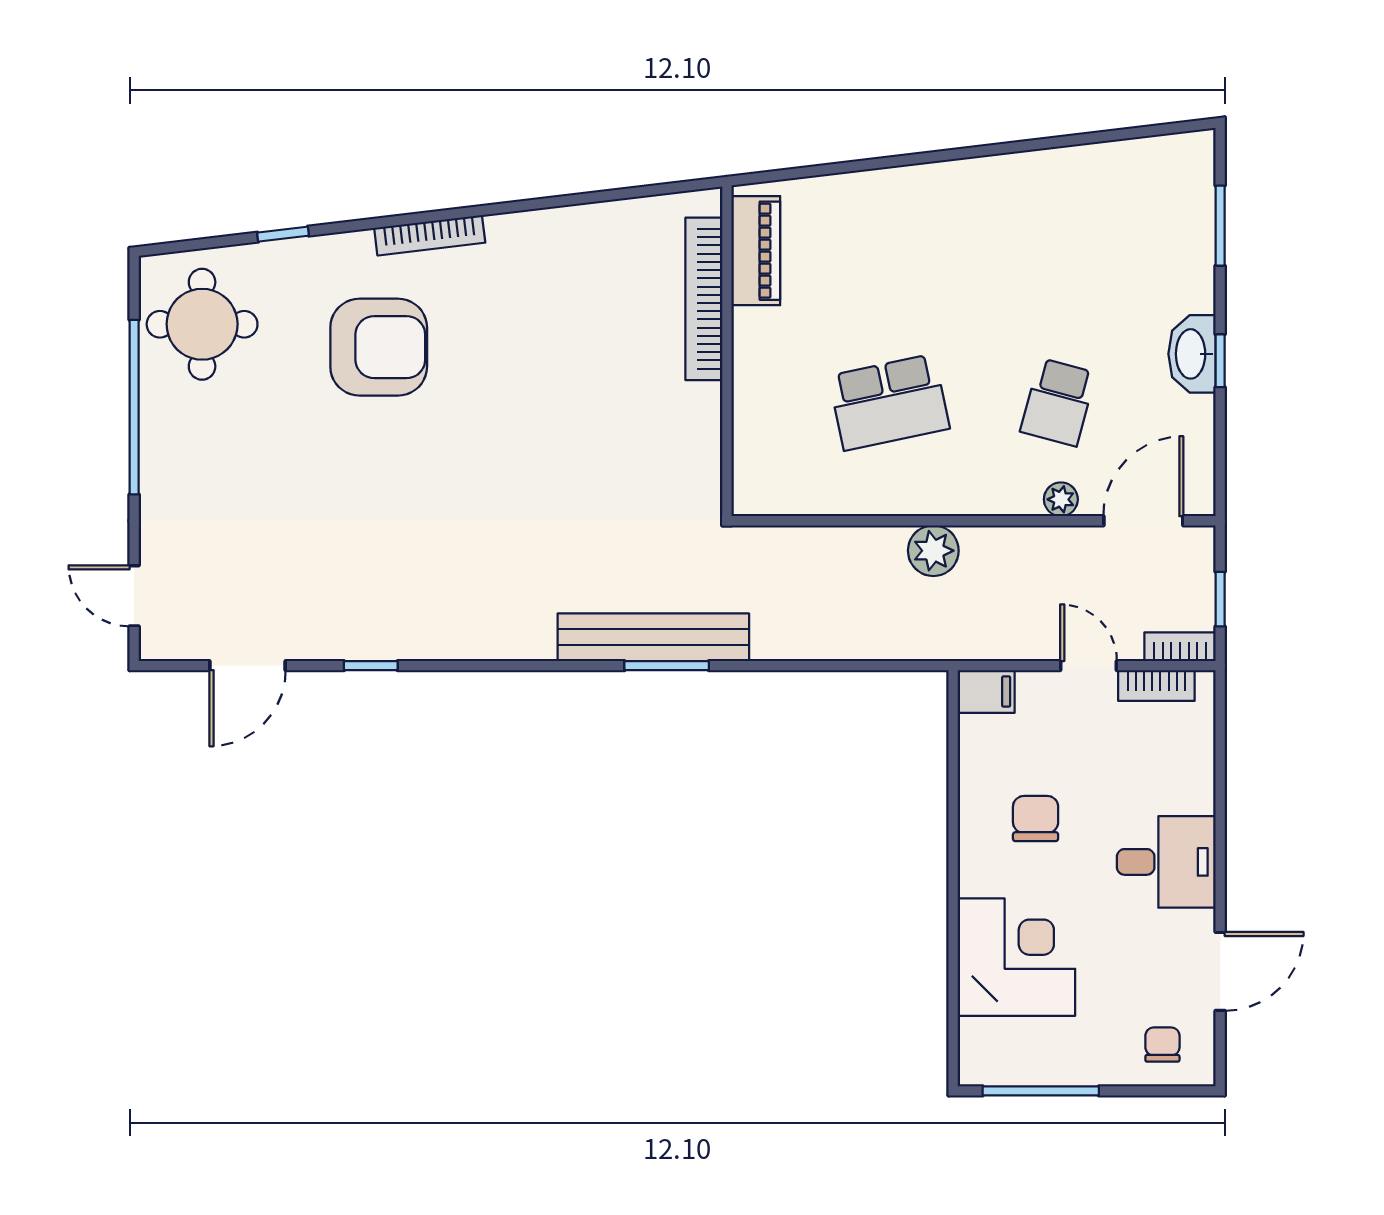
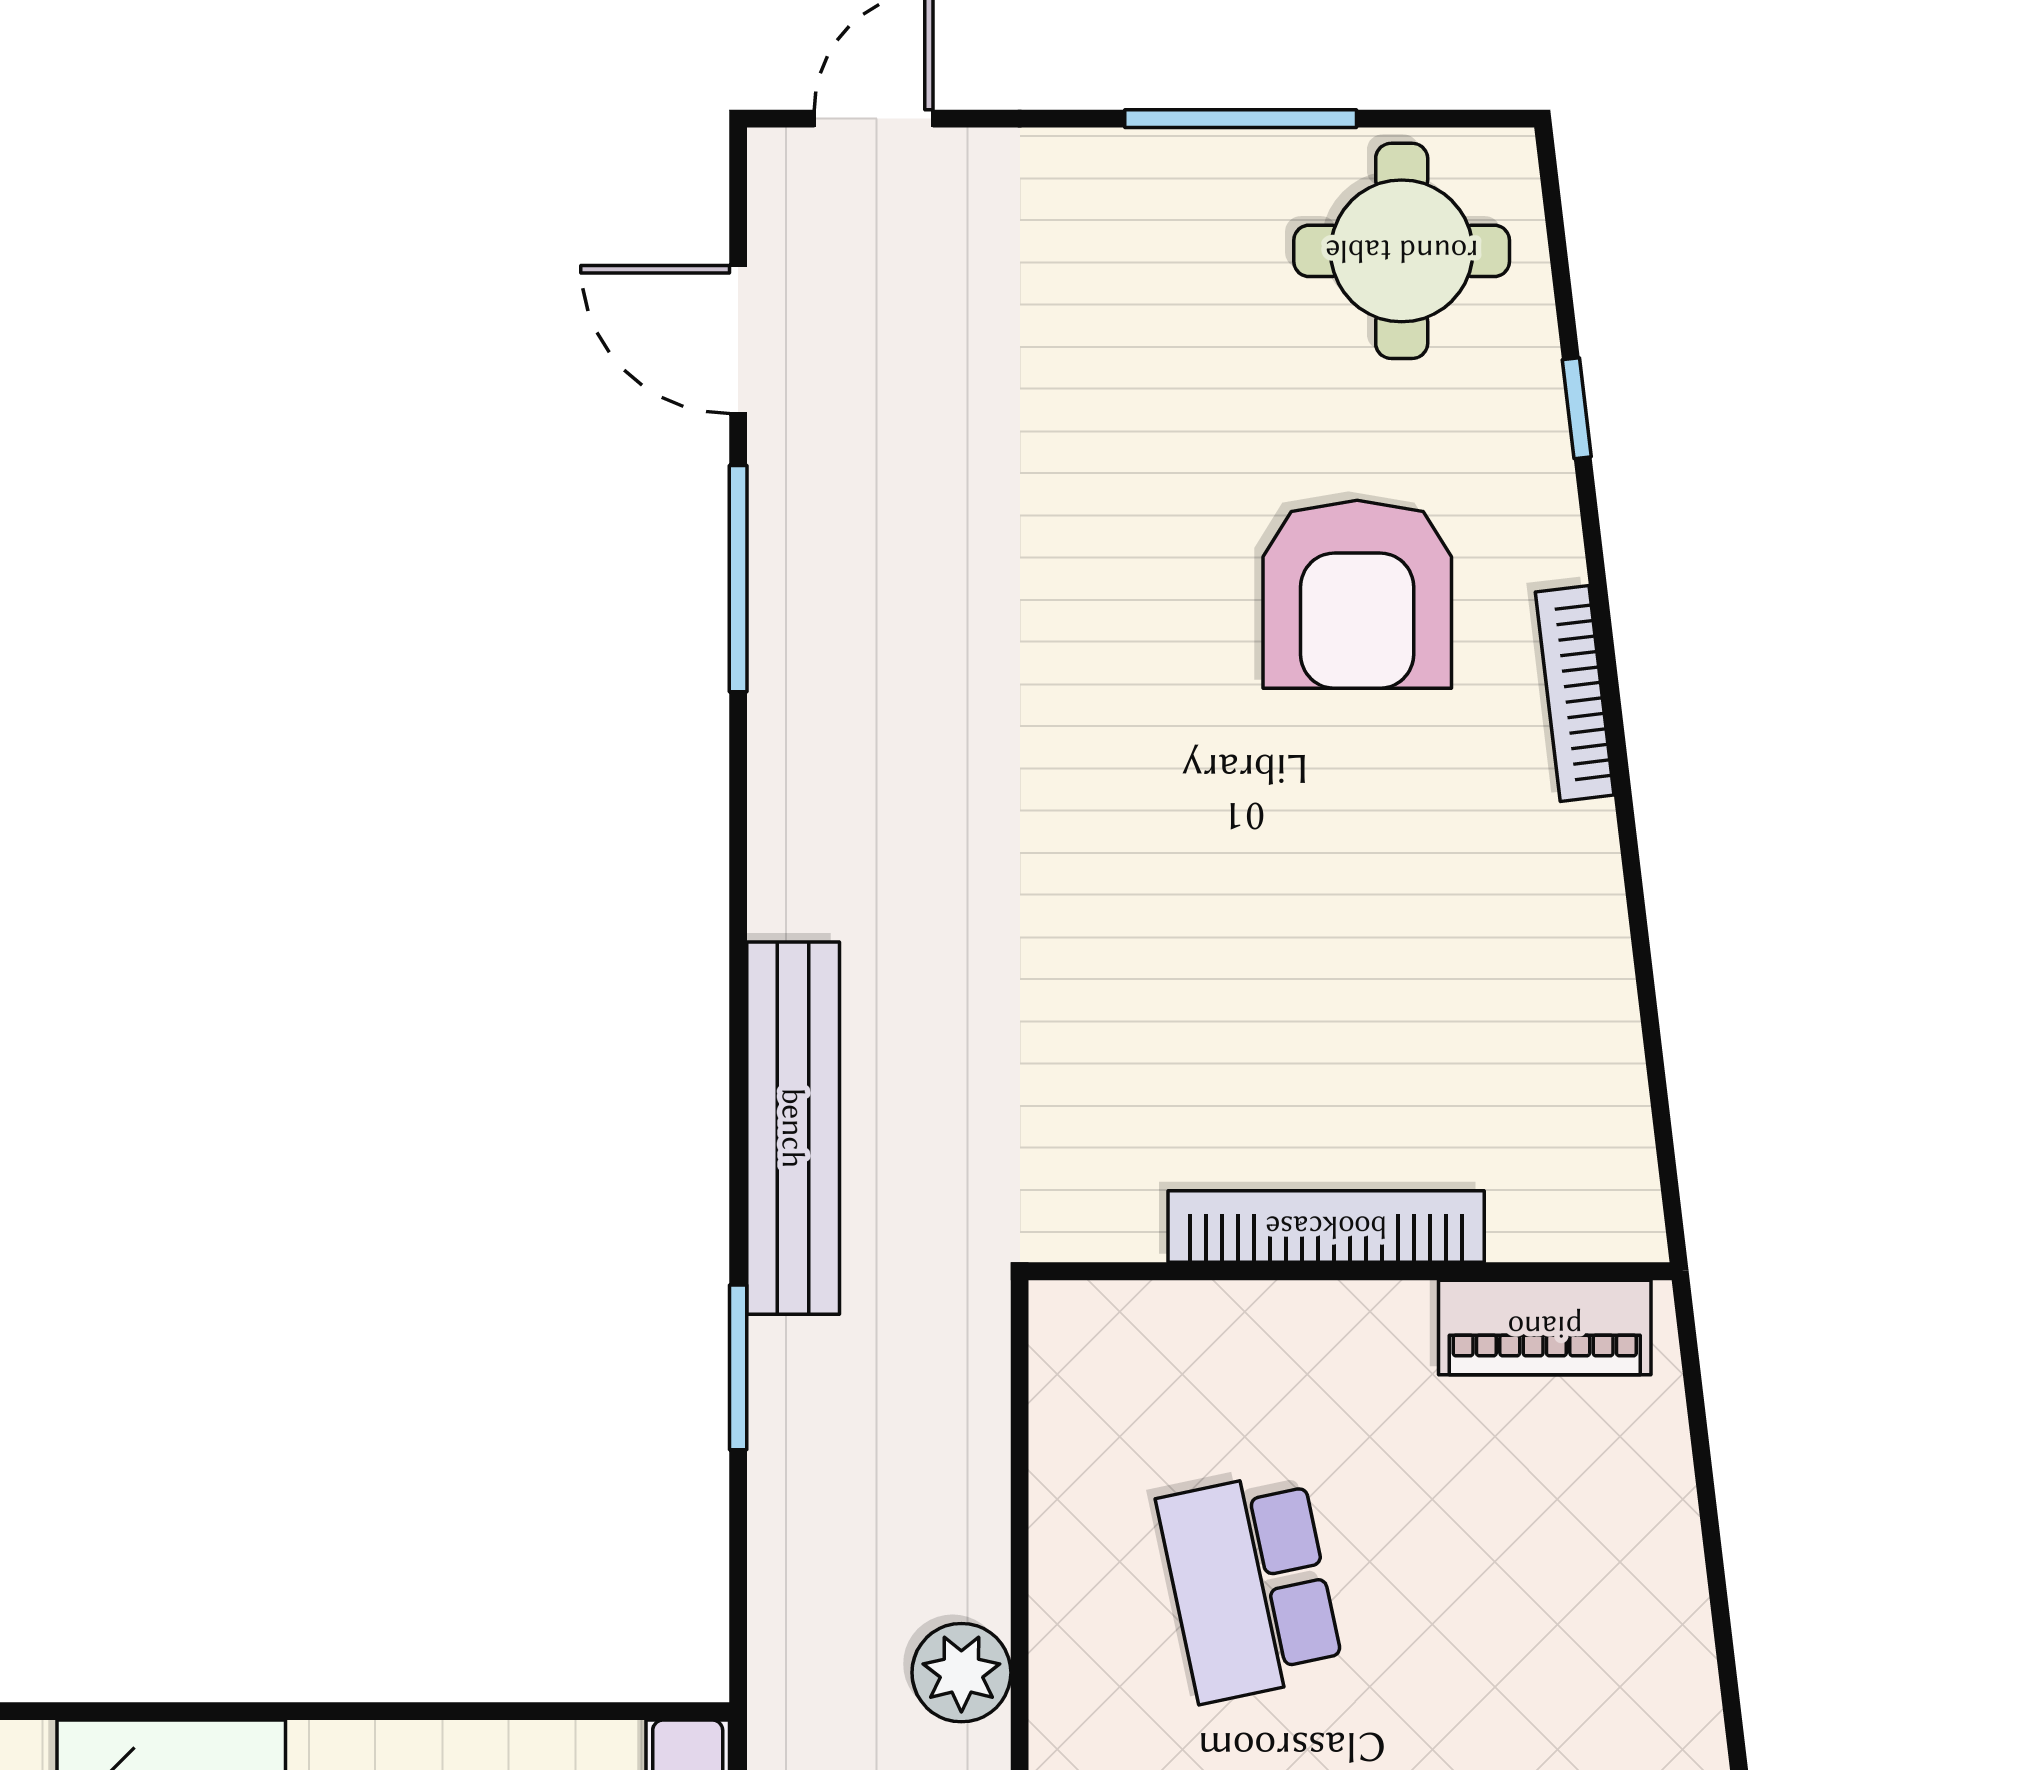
bookcase: (704, 299) -> (1326, 1227), moved
window: (134, 407) -> (1241, 119), width x0.68
window: (371, 666) -> (738, 579), width x2.17
window: (667, 666) -> (738, 1367), moved

